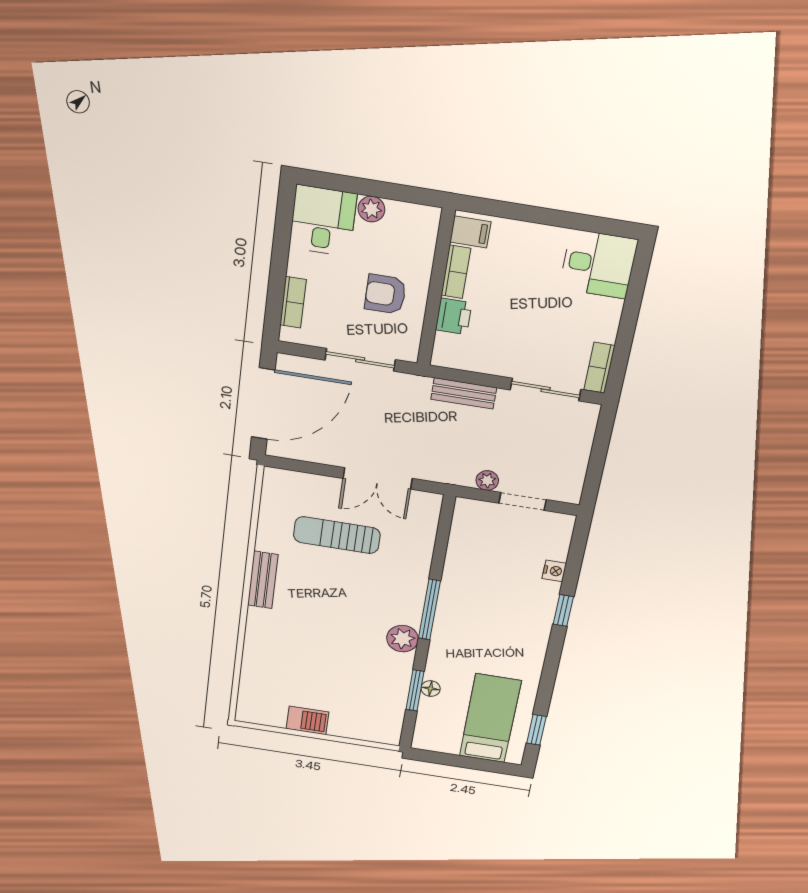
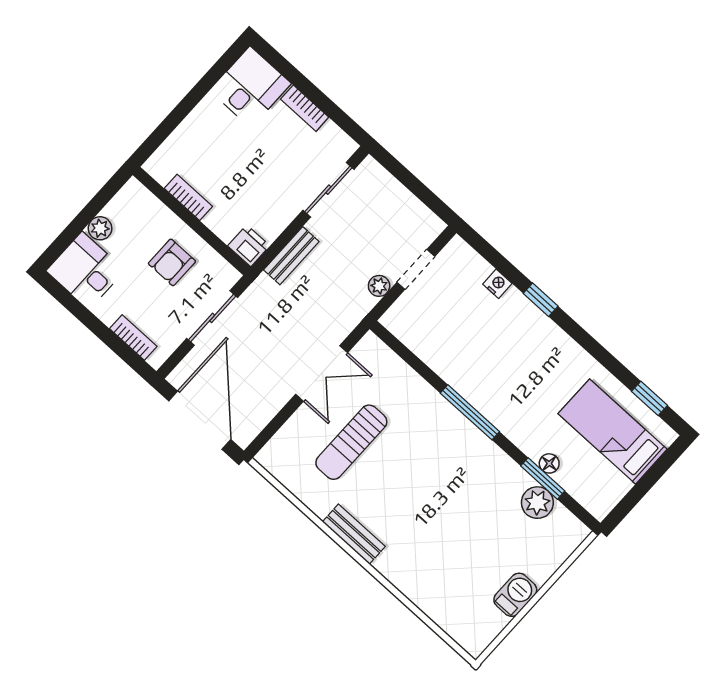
filing cabinet: (470, 232) -> (164, 166), removed
printer: (454, 316) -> (249, 246), moved
bookcase: (599, 368) -> (305, 108), moved
plant: (403, 639) -> (537, 503), moved

